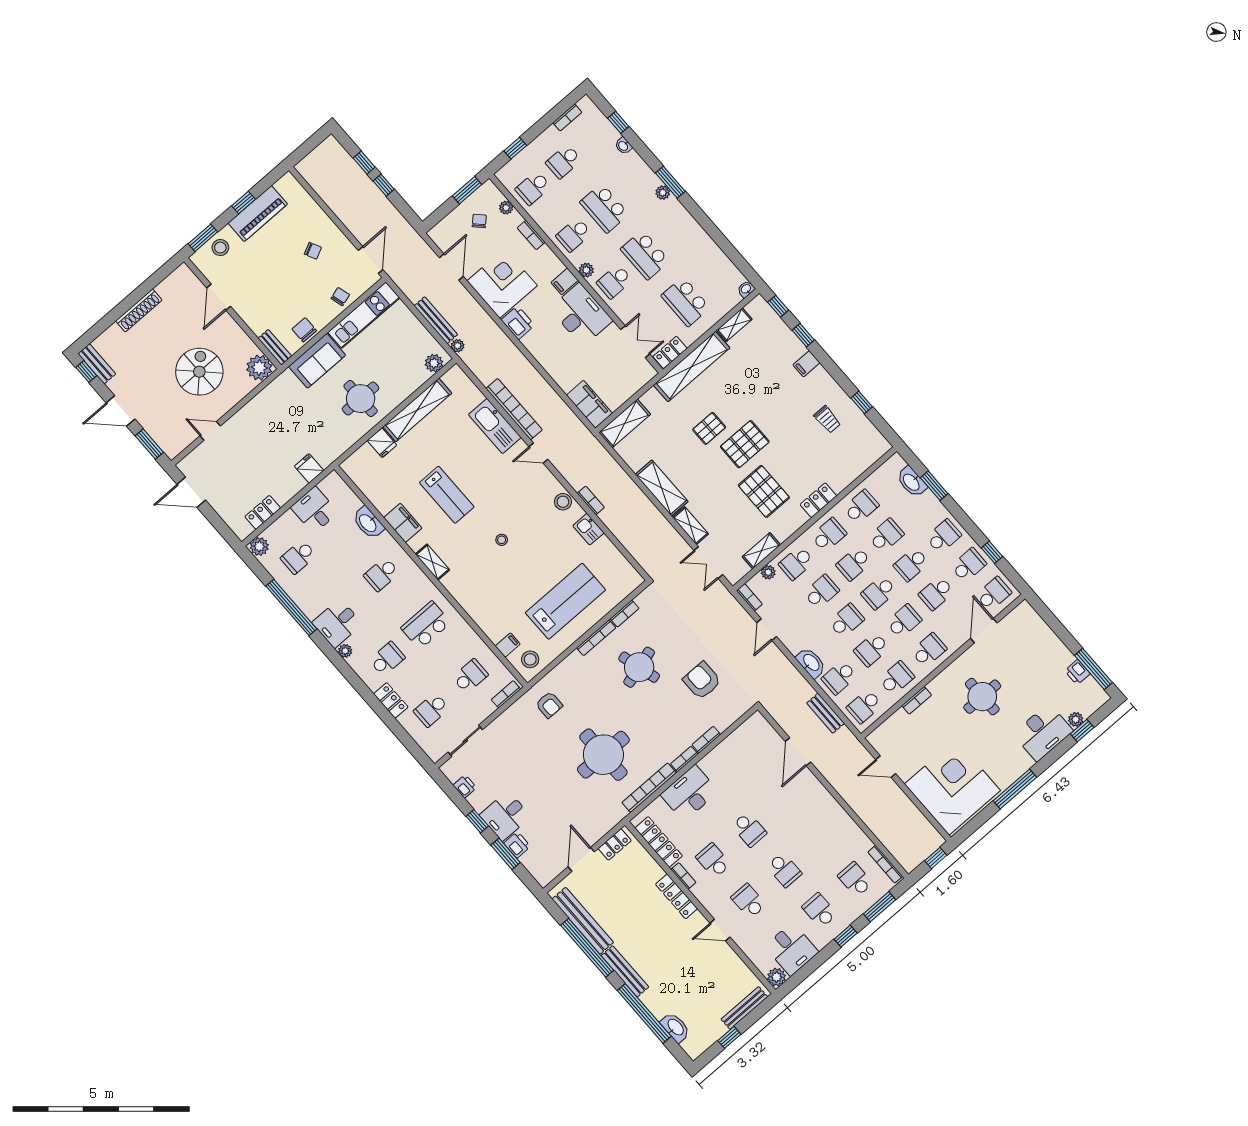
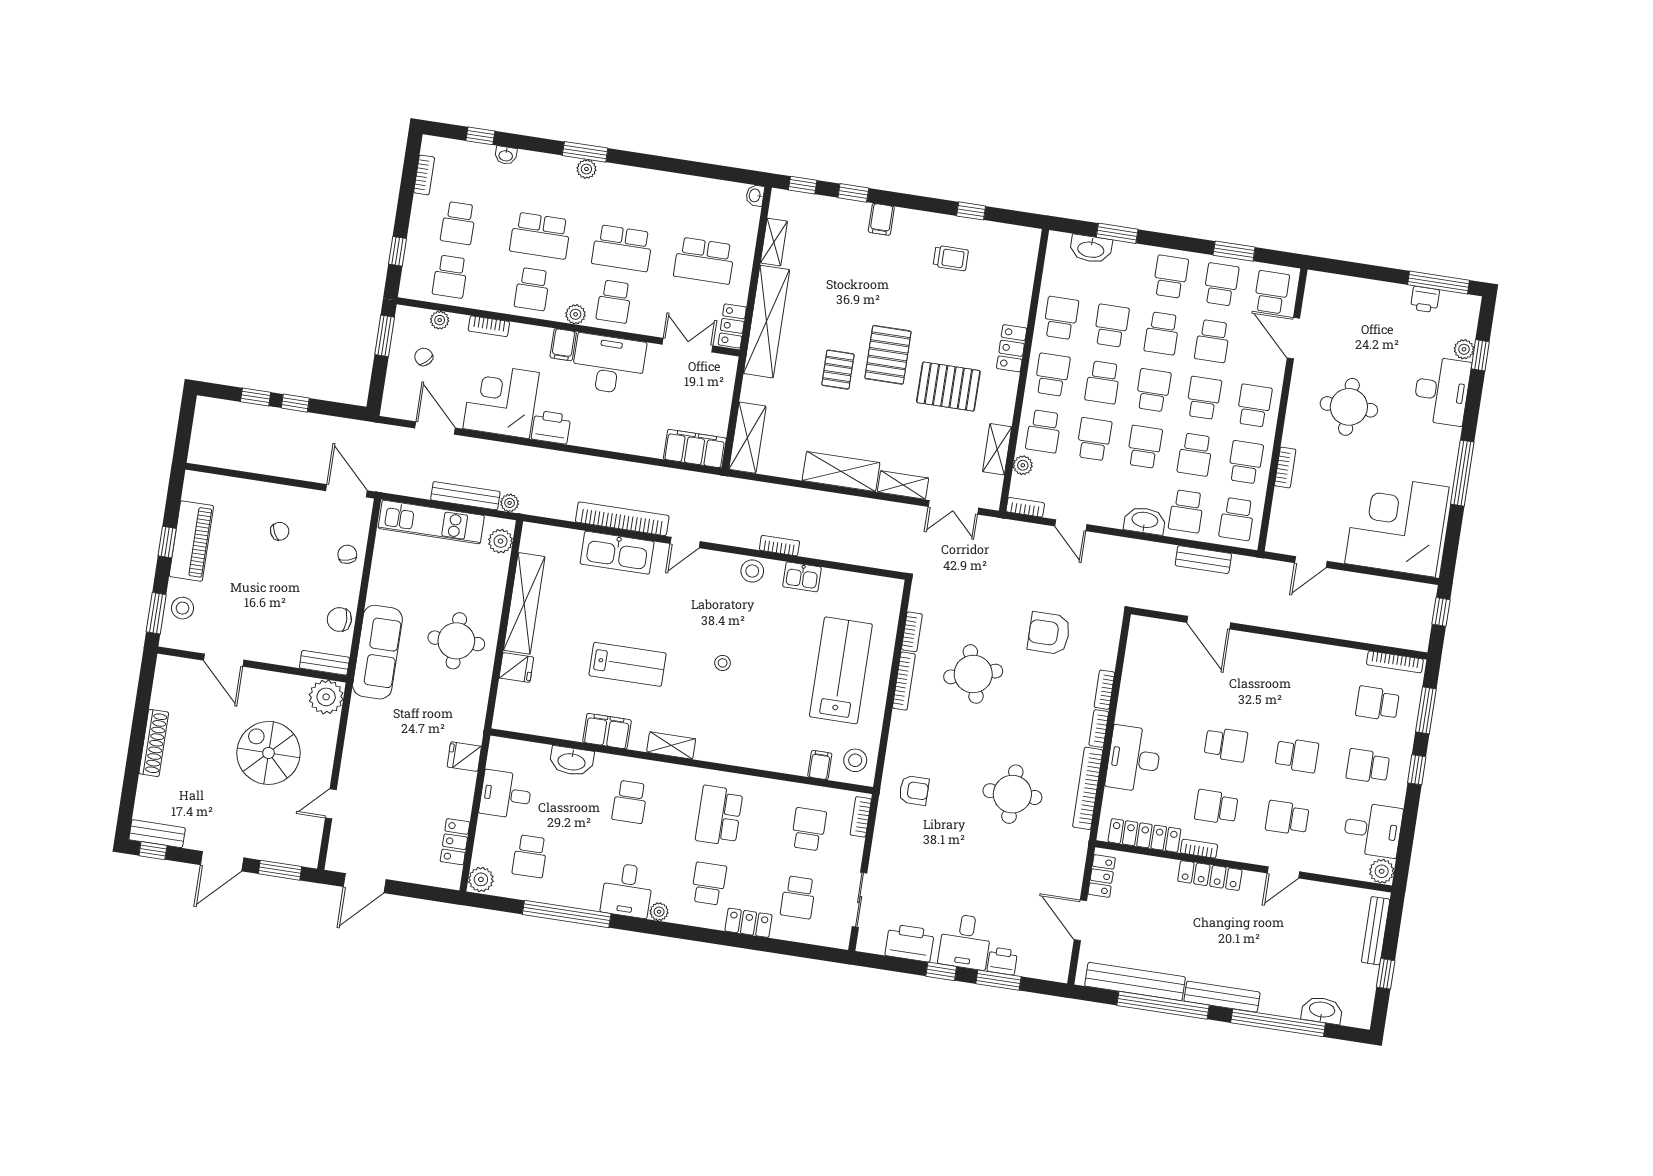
kitchen unit: (364, 315) -> (431, 522), moved, turned 90
sofa: (317, 361) -> (377, 652), width x1.36
window: (992, 552) -> (1234, 251), width x1.50
school desk: (879, 592) -> (1153, 390), turned 180
round table: (603, 755) -> (1012, 794), width x0.73, depth x0.73
printer: (465, 786) -> (910, 943), width x1.87, depth x1.48

